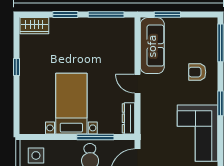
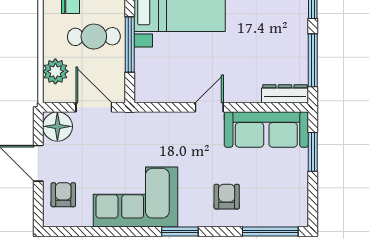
dresser: (128, 118) -> (285, 94), moved

